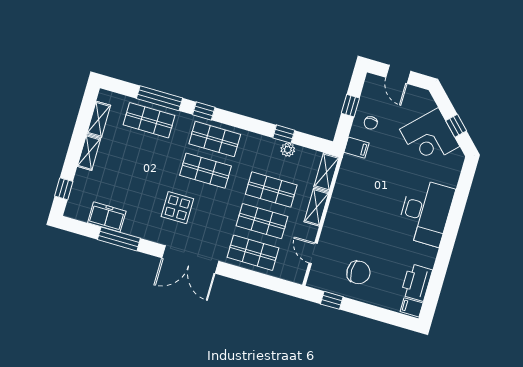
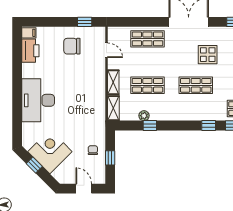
shop shelf: (215, 139) -> (196, 109), removed
filing cabinet: (356, 148) -> (98, 131), removed
shop shelf: (262, 221) -> (147, 62), removed

